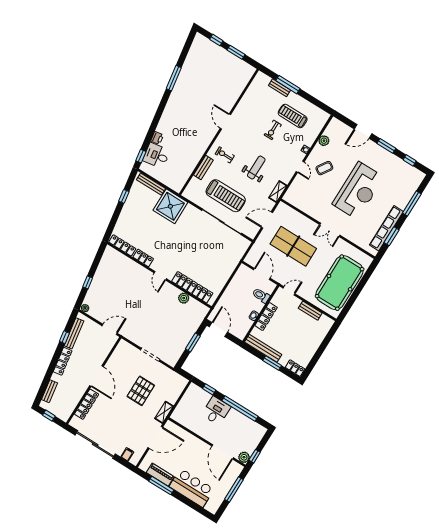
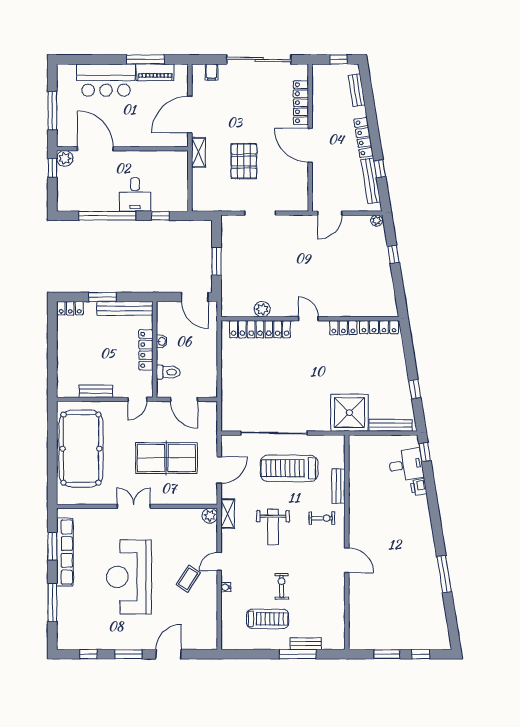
plant: (324, 141) -> (210, 516), moved
door: (300, 167) -> (219, 562), hinge flipped

